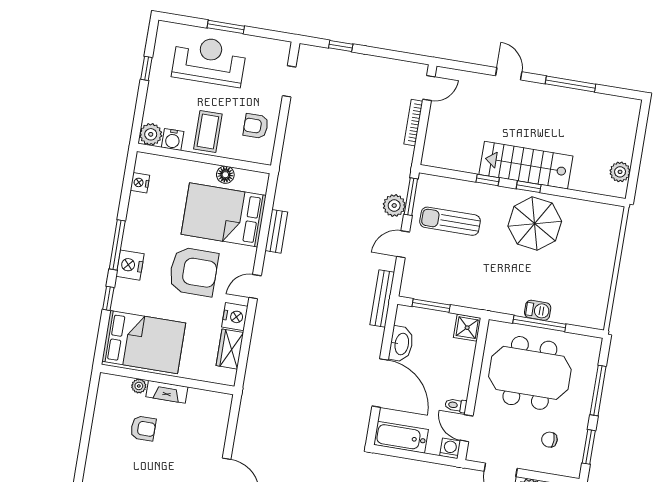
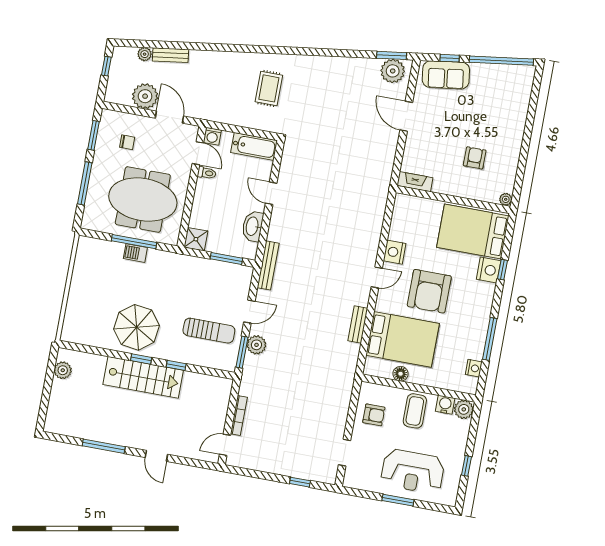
window: (117, 245) -> (490, 339), moved
nightstand: (130, 265) -> (489, 270), moved
armchair: (193, 272) -> (429, 291), turned -90
wardrobe: (230, 349) -> (399, 224), removed
door: (380, 383) -> (271, 193), width x0.53
plant: (139, 386) -> (506, 199), moved
fireplace: (167, 392) -> (415, 182), moved
armchair: (143, 428) -> (475, 158), turned 90

